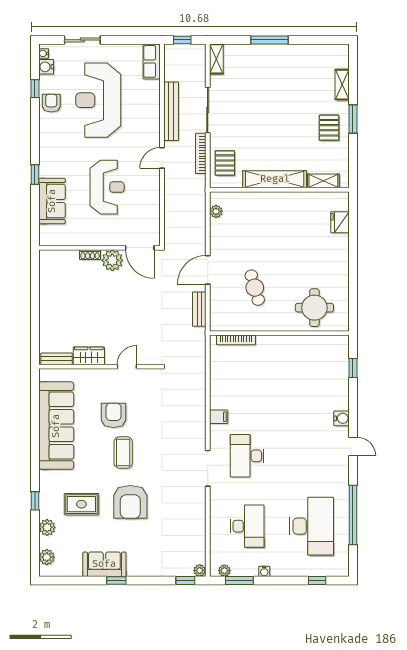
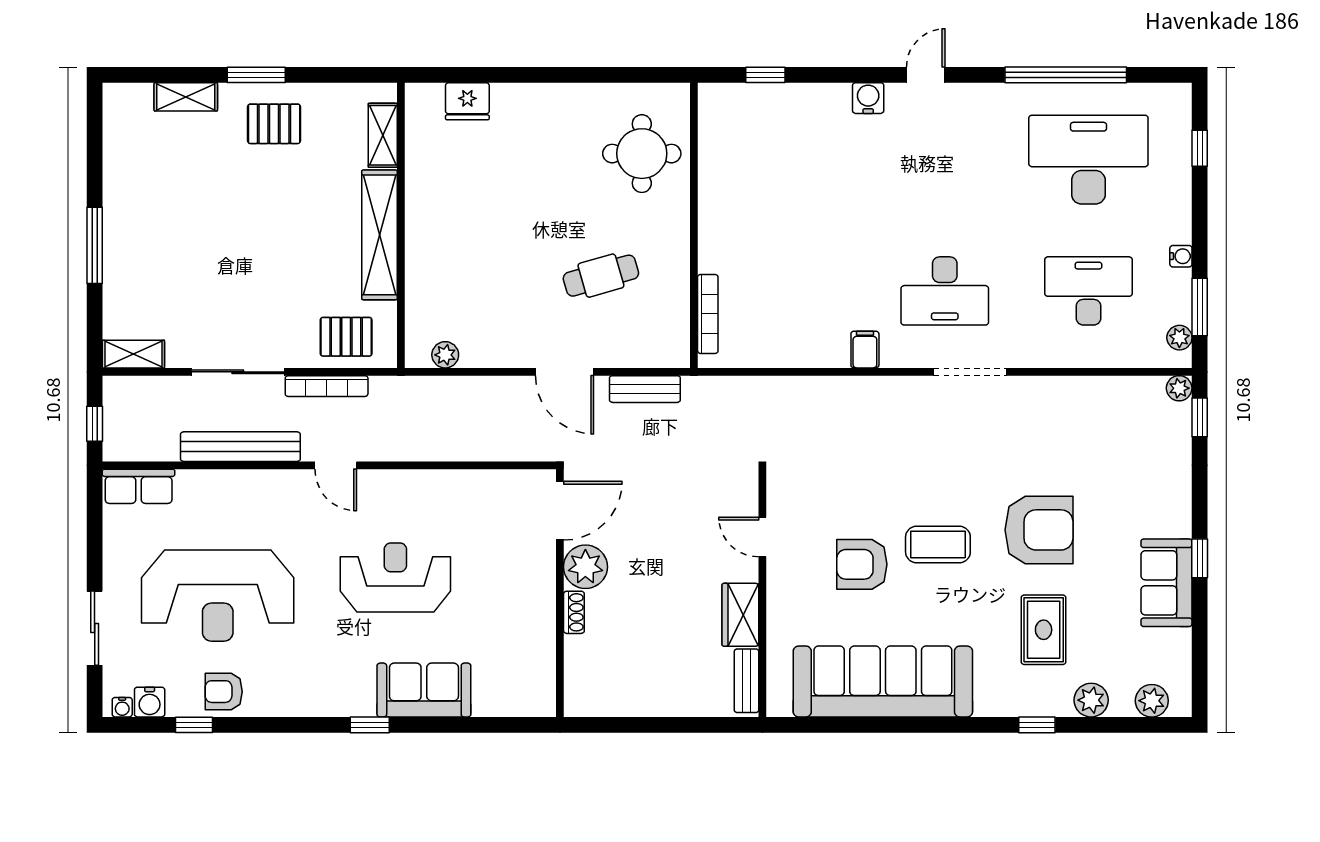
wall: (99, 248) -> (560, 593), moved
door: (140, 248) -> (560, 511), moved
shoe rack: (90, 255) -> (574, 612), moved
plant: (112, 260) -> (585, 567), moved

